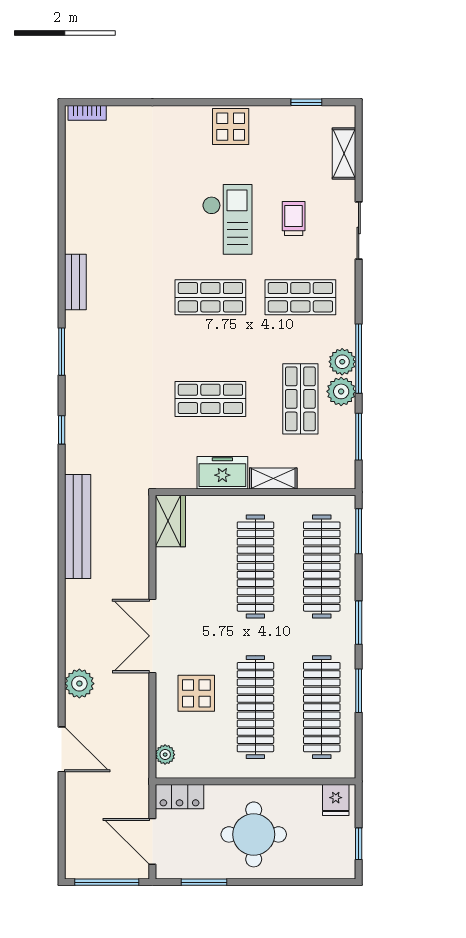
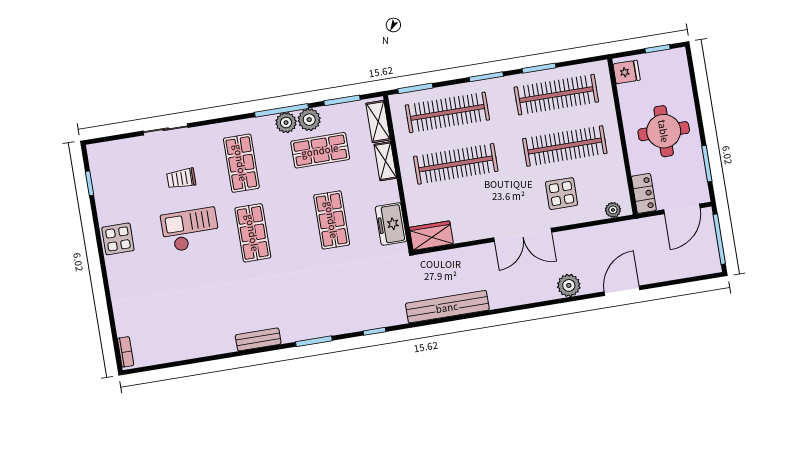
shelving: (344, 154) -> (378, 122), moved, turned 90
sliding door: (359, 230) -> (166, 129), moved
freezer: (222, 473) -> (391, 224), moved

